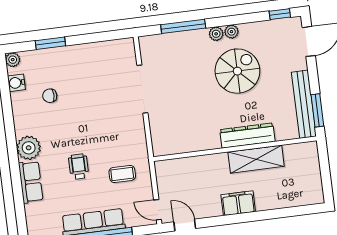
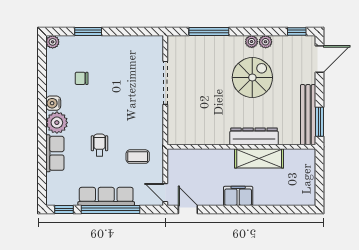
plant: (216, 34) -> (266, 42), moved
water cooler: (16, 83) -> (53, 103), moved

